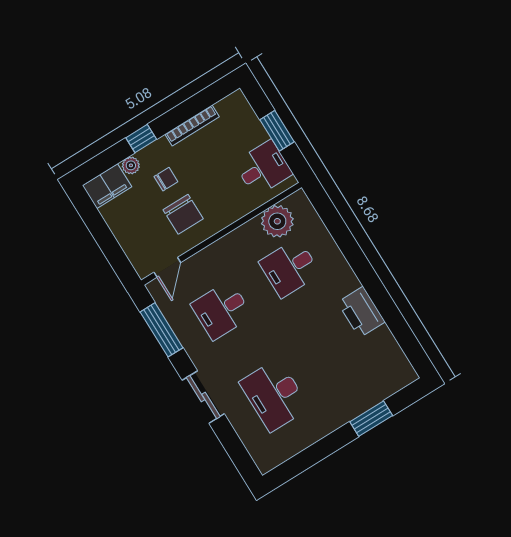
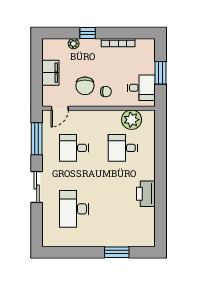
chair: (166, 179) -> (106, 92), moved
filing cabinet: (107, 186) -> (50, 73), moved, turned -90

